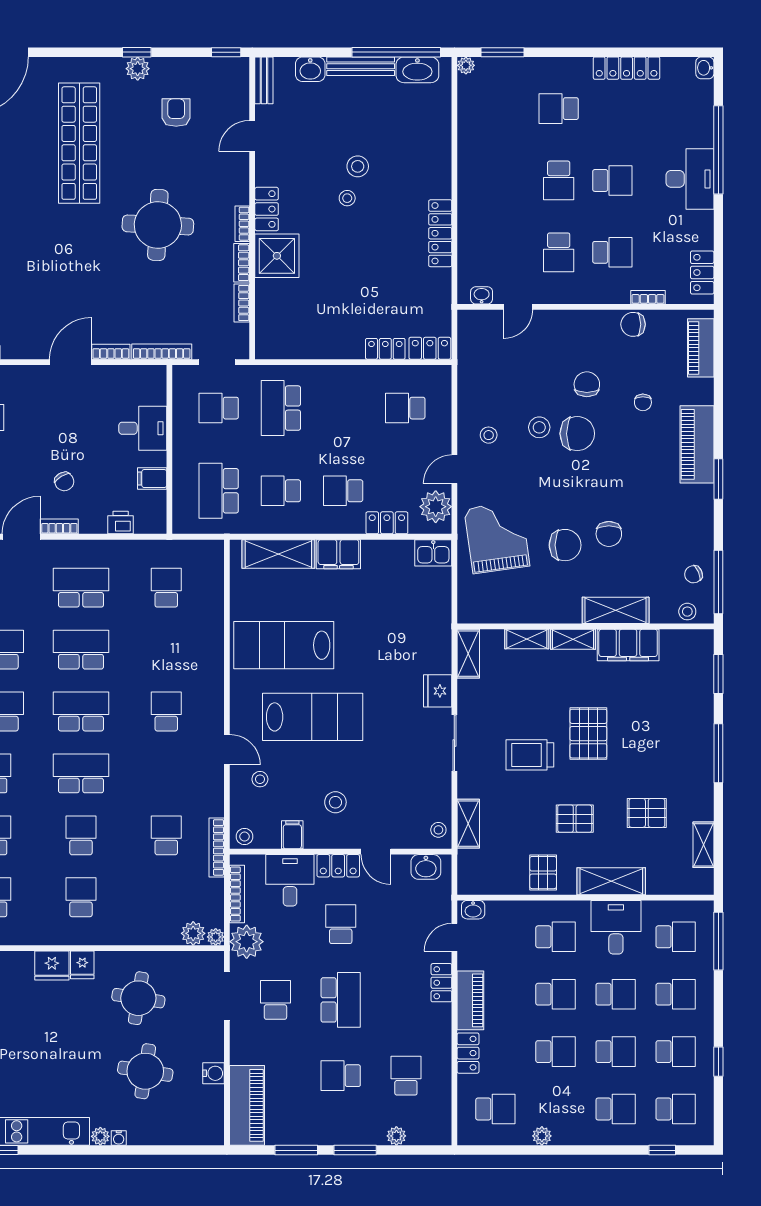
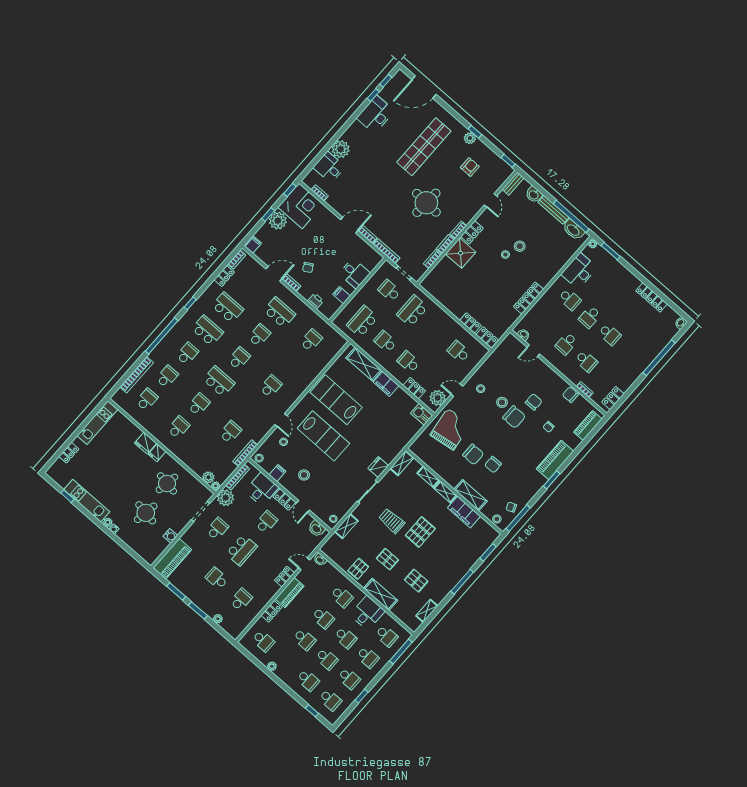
school desk: (559, 109) -> (570, 299), moved, turned 180
door: (252, 136) -> (490, 200), swing flipped
desk: (690, 179) -> (579, 271), moved, turned 180
school desk: (81, 650) -> (259, 335), width x0.54
school desk: (81, 712) -> (239, 358), width x0.54

